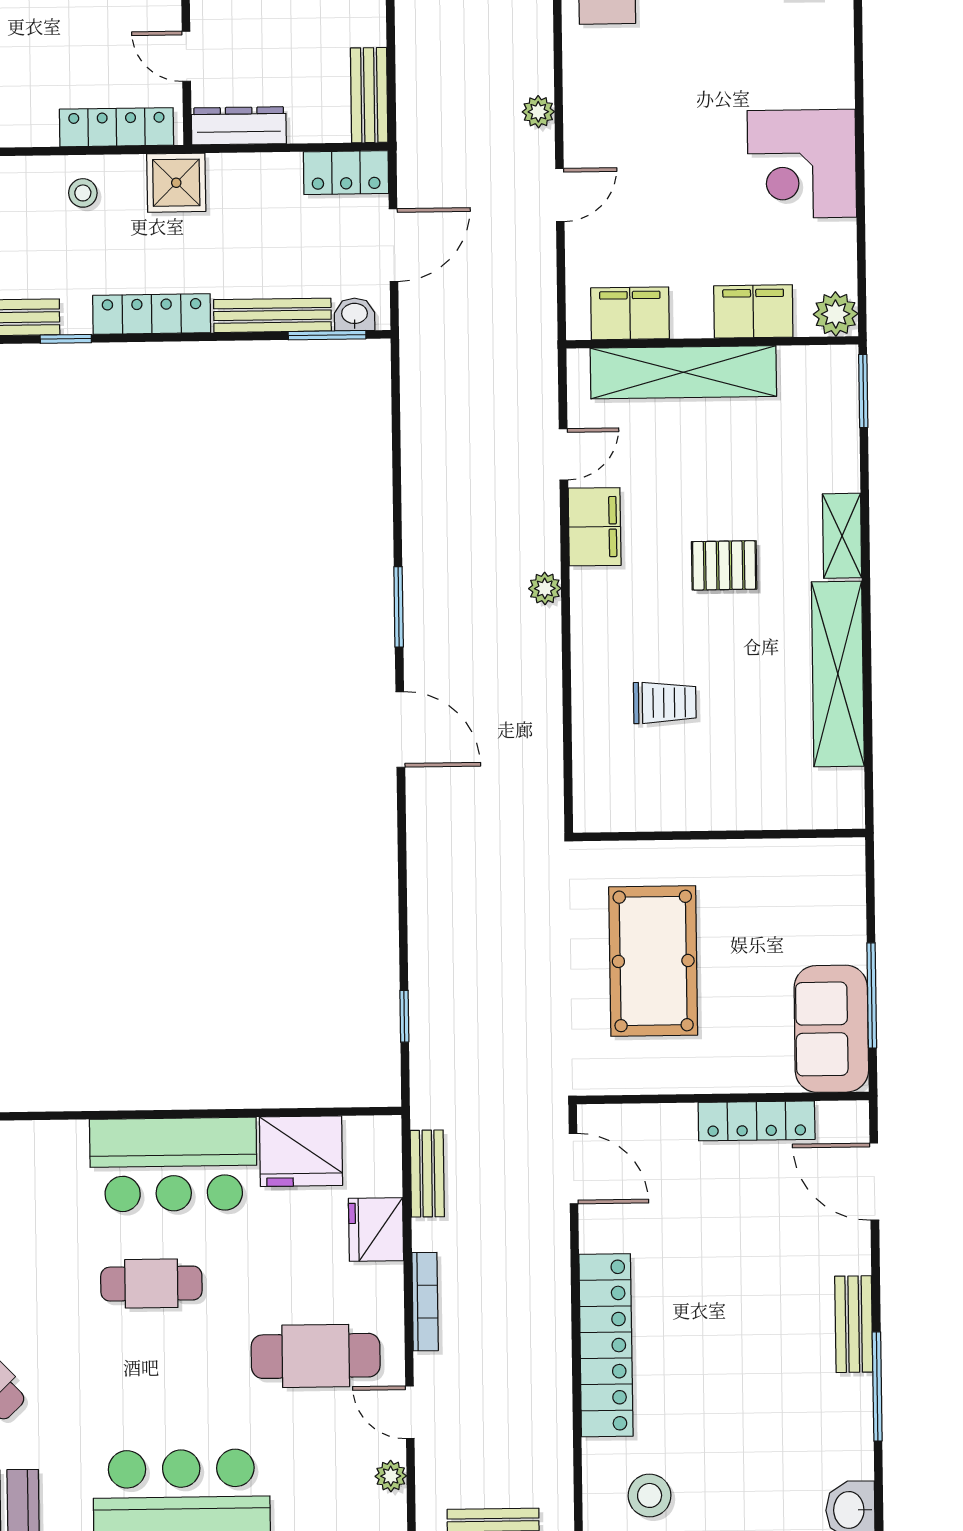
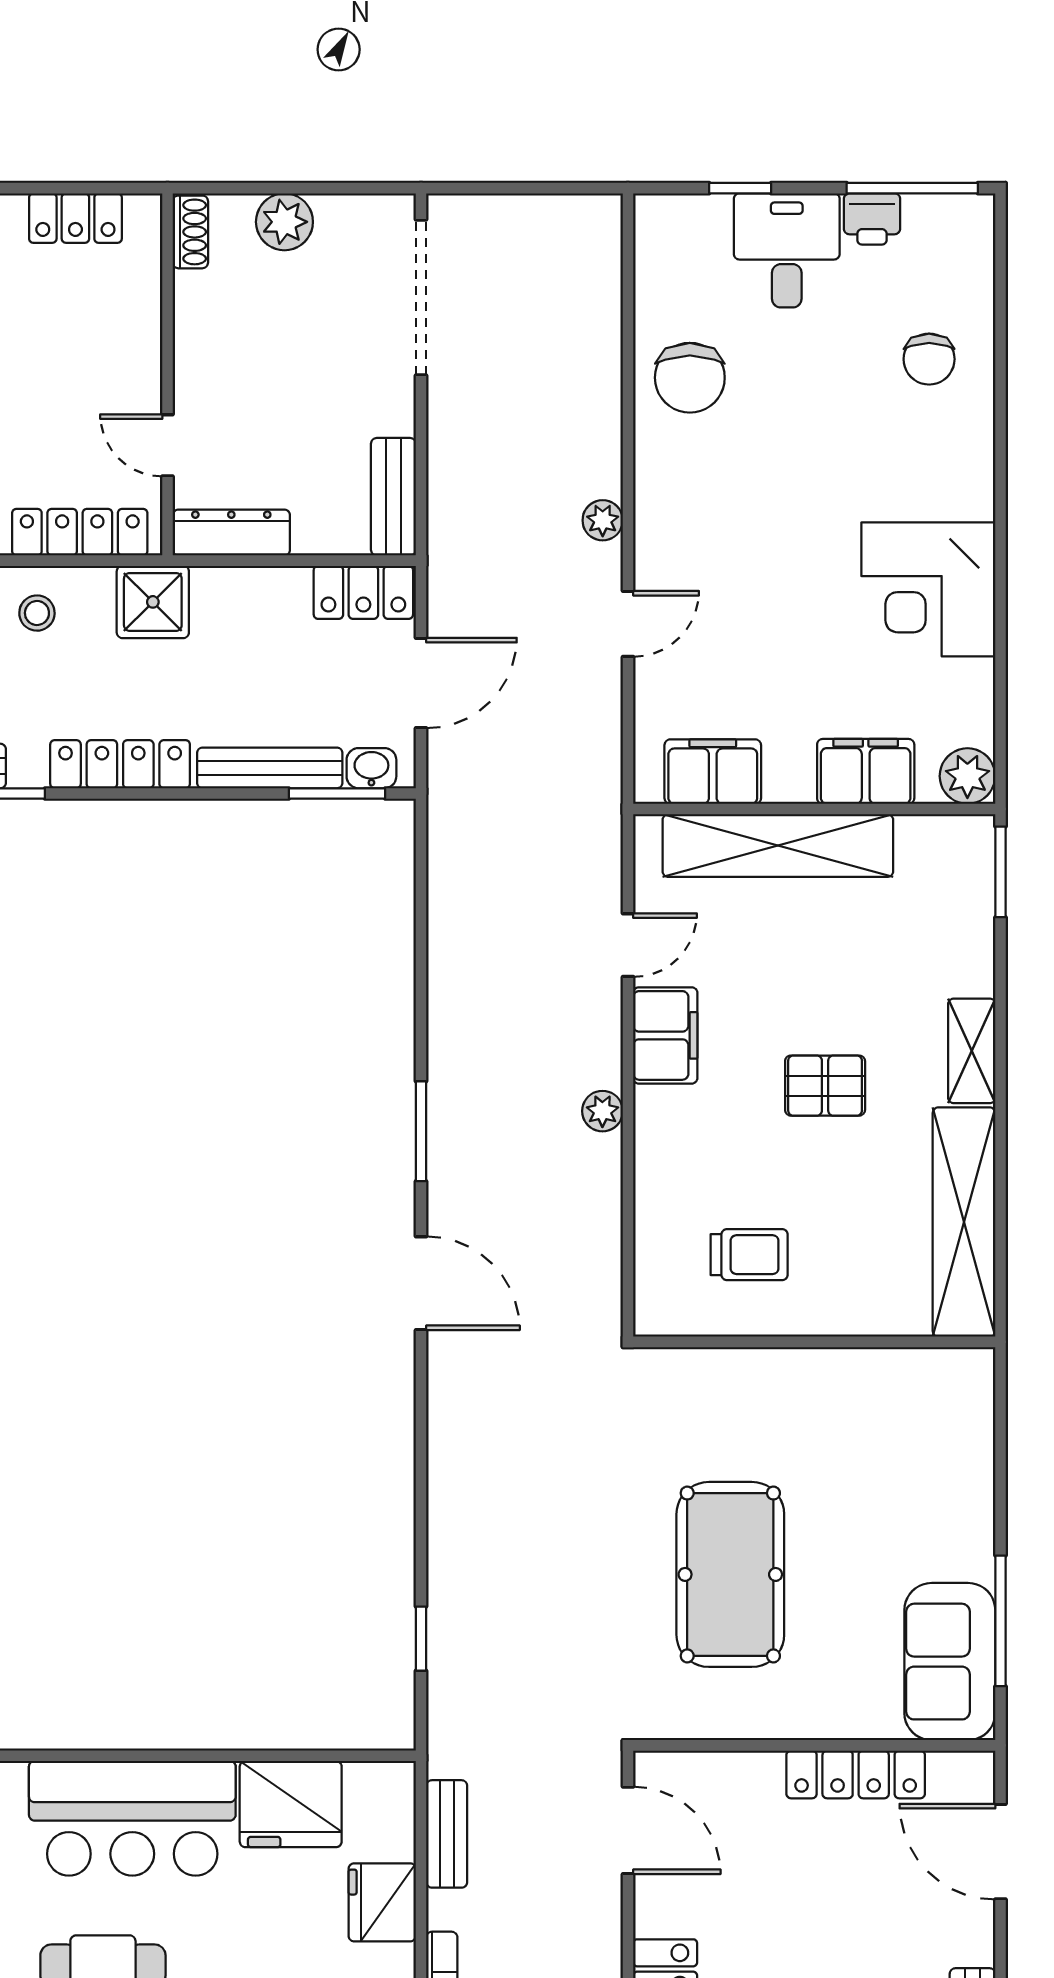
wall: (719, 835) -> (814, 1342), moved

